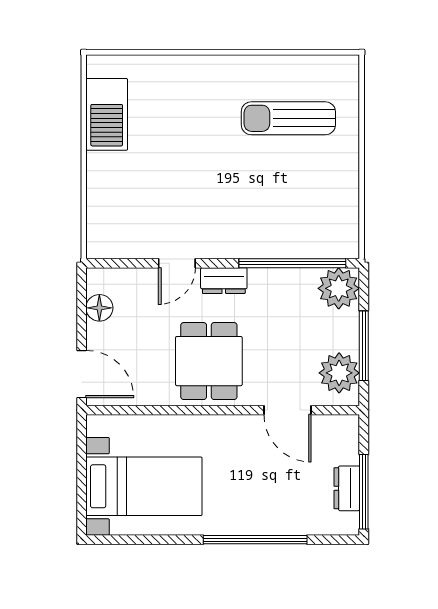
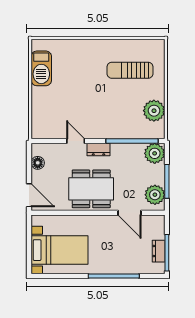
plant: (337, 201) -> (154, 111), added
door: (177, 263) -> (76, 141), swing flipped
dining table: (209, 361) -> (91, 189), width x1.38

